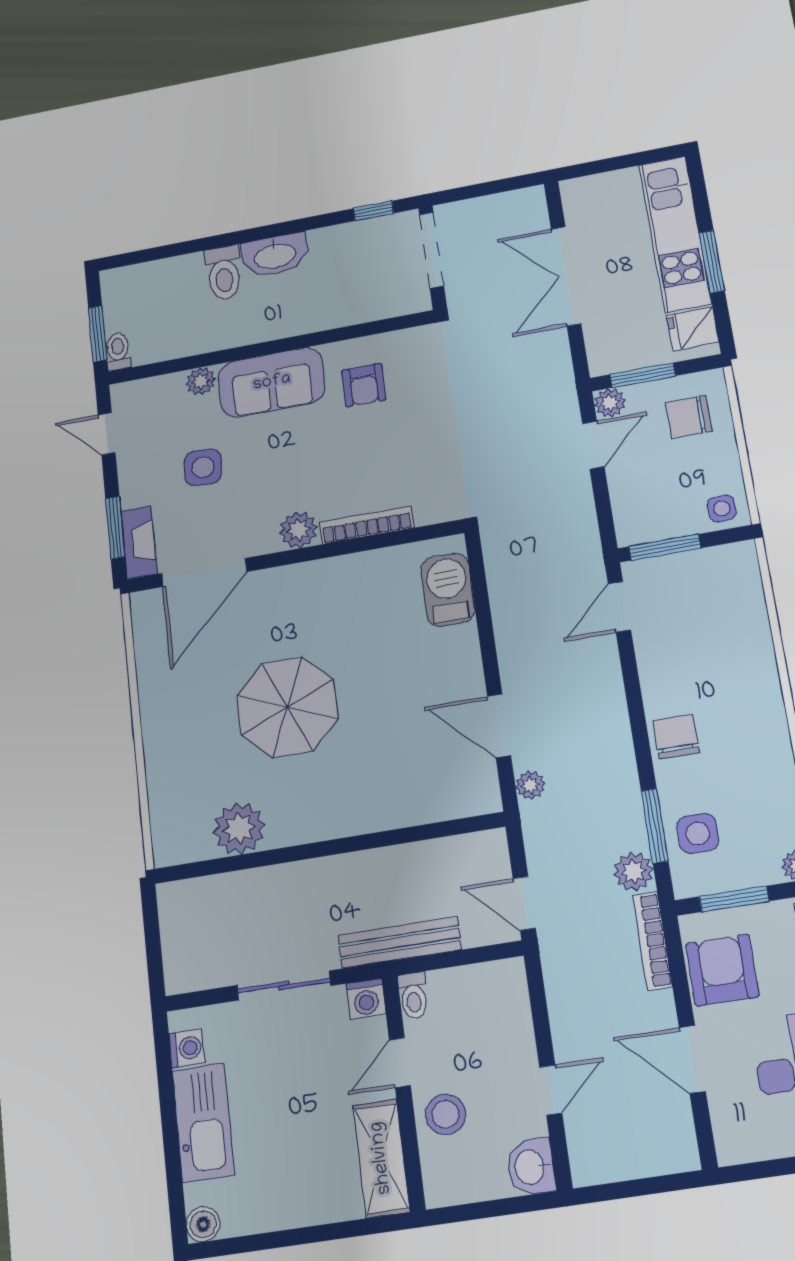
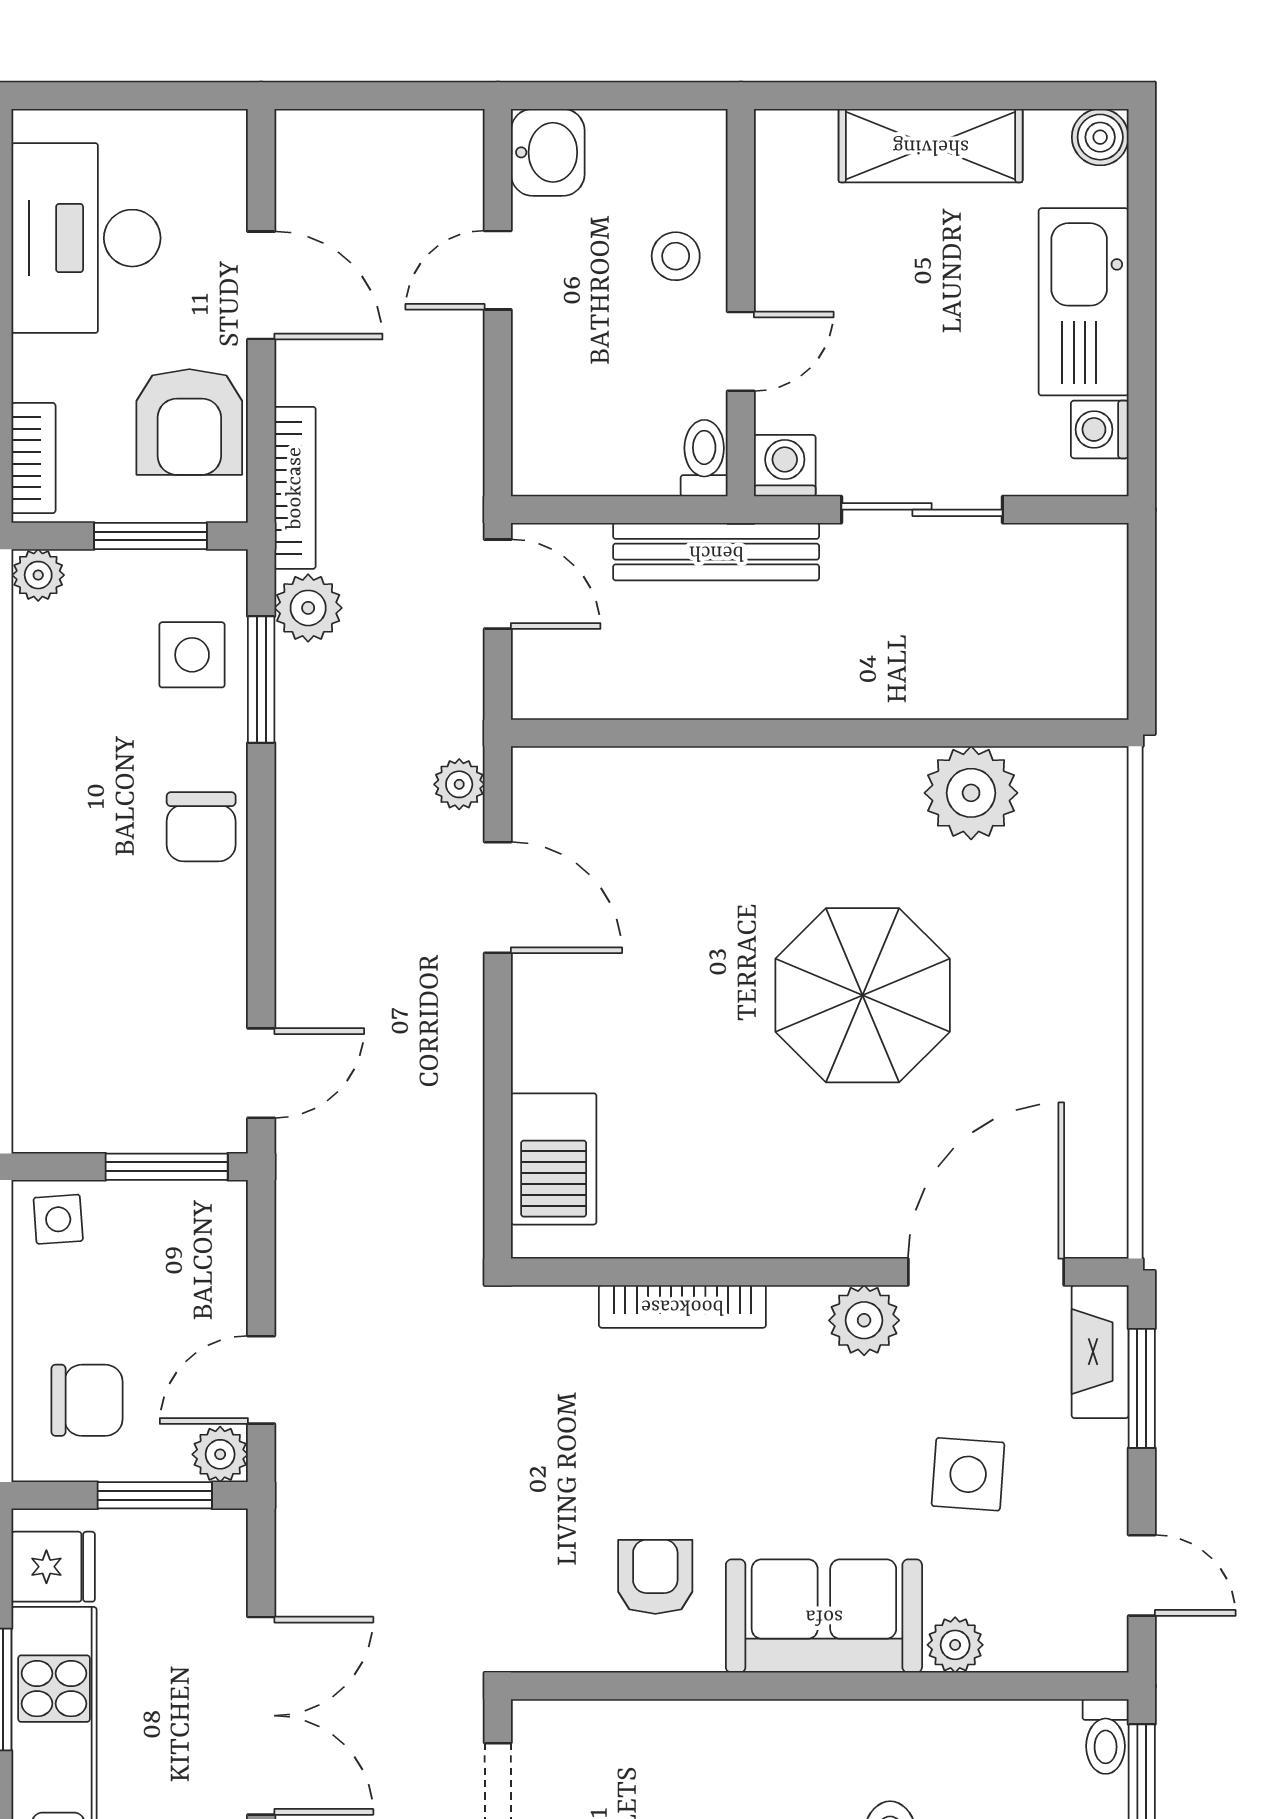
plant: (298, 530) -> (864, 1320), moved
stool: (446, 1114) -> (676, 256), width x0.73, depth x0.73
shelving: (381, 1158) -> (931, 146), moved, turned 90

